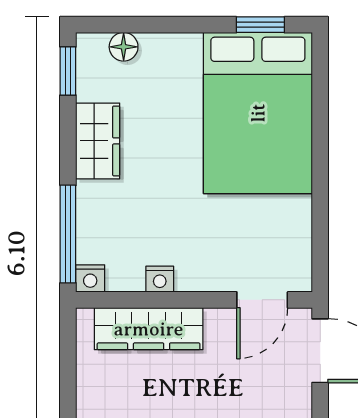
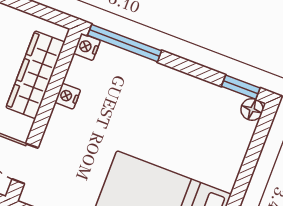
floor lamp: (124, 47) -> (252, 109), moved
wardrobe: (98, 141) -> (183, 89), removed

